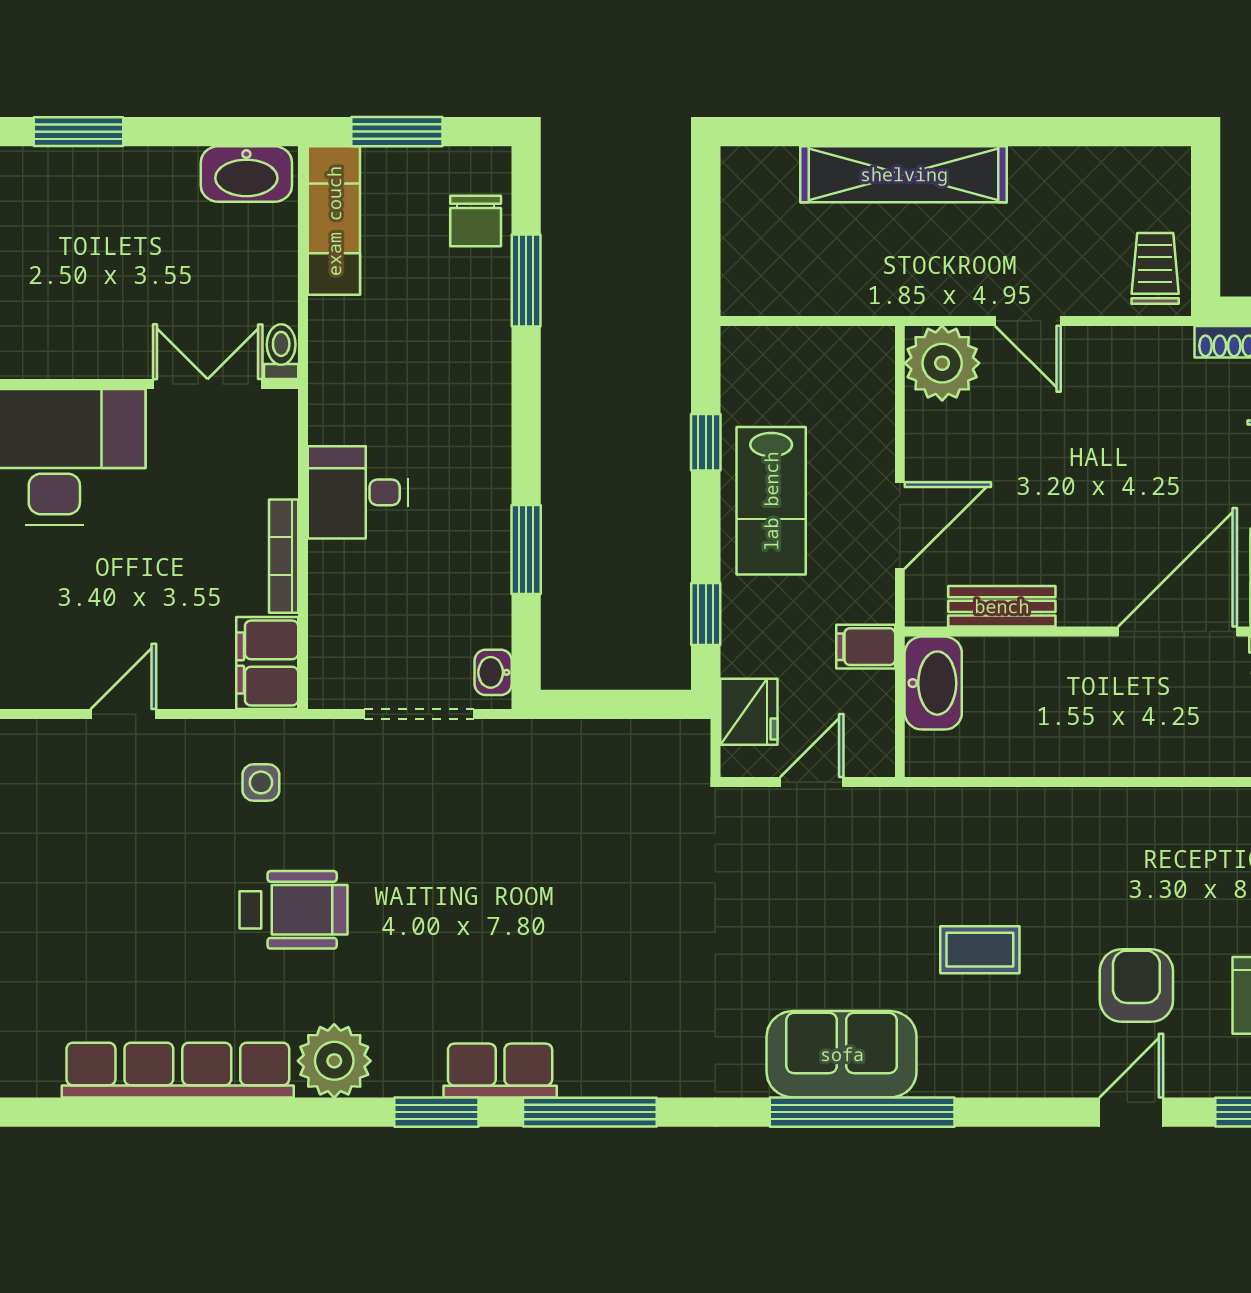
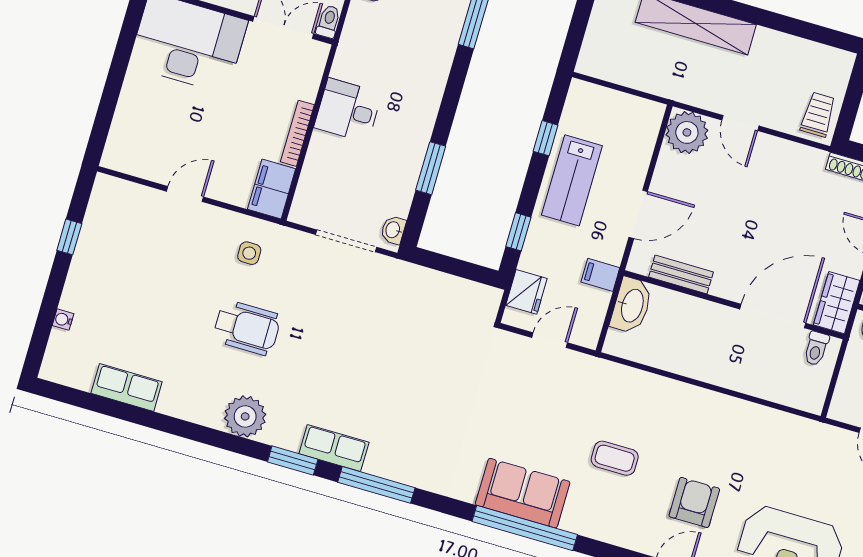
row of seats: (178, 1070) -> (127, 387), width x0.50

